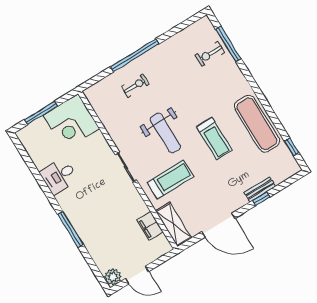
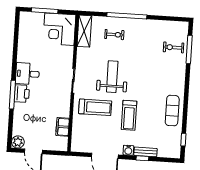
exercise mat: (257, 124) -> (172, 111), width x0.73, depth x0.69
weight bench: (165, 133) -> (112, 77), turned 180
treadmill: (214, 138) -> (129, 115), moved
desk: (59, 176) -> (27, 74), moved
water cooler: (240, 201) -> (128, 150), added
printer: (80, 221) -> (22, 94), added
shelving: (174, 224) -> (84, 31), moved

